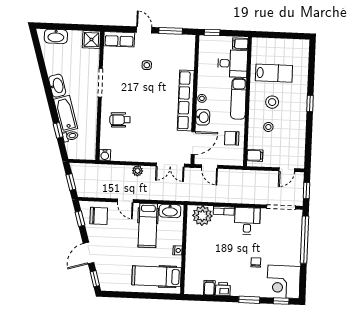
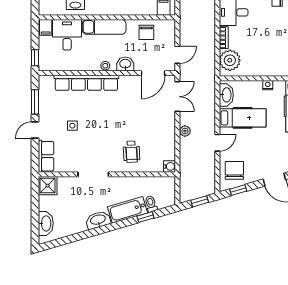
row of seats: (186, 100) -> (86, 83), moved
door: (193, 143) -> (153, 73), swing flipped

